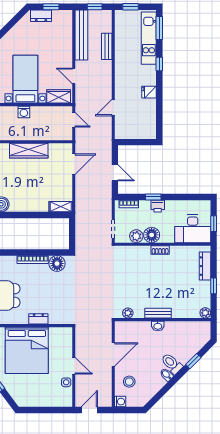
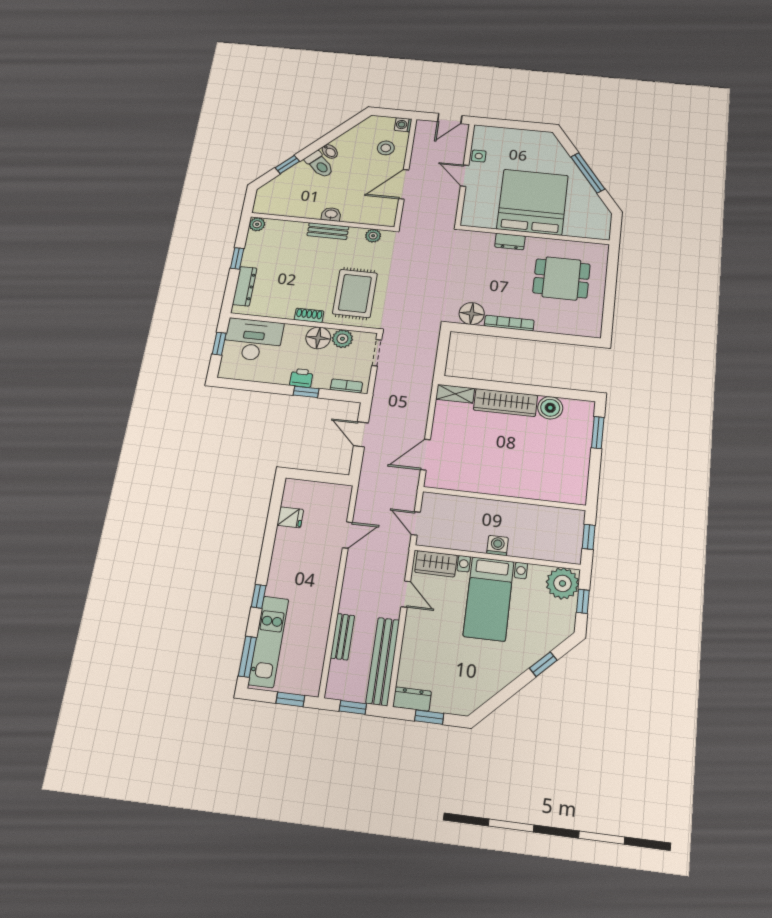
dresser: (41, 16) -> (412, 699), moved
fridge: (149, 92) -> (290, 517), moved
wardrobe: (29, 151) -> (506, 403), moved, turned 180
rug: (133, 269) -> (355, 293), added

